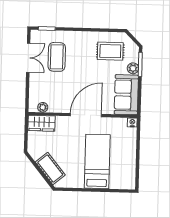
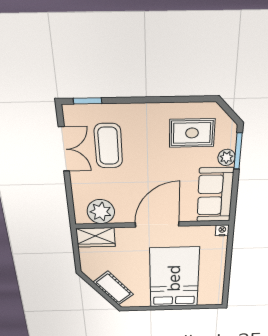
plant: (43, 107) -> (101, 212), width x1.87, depth x1.87
bed: (97, 161) -> (174, 278), width x1.50

